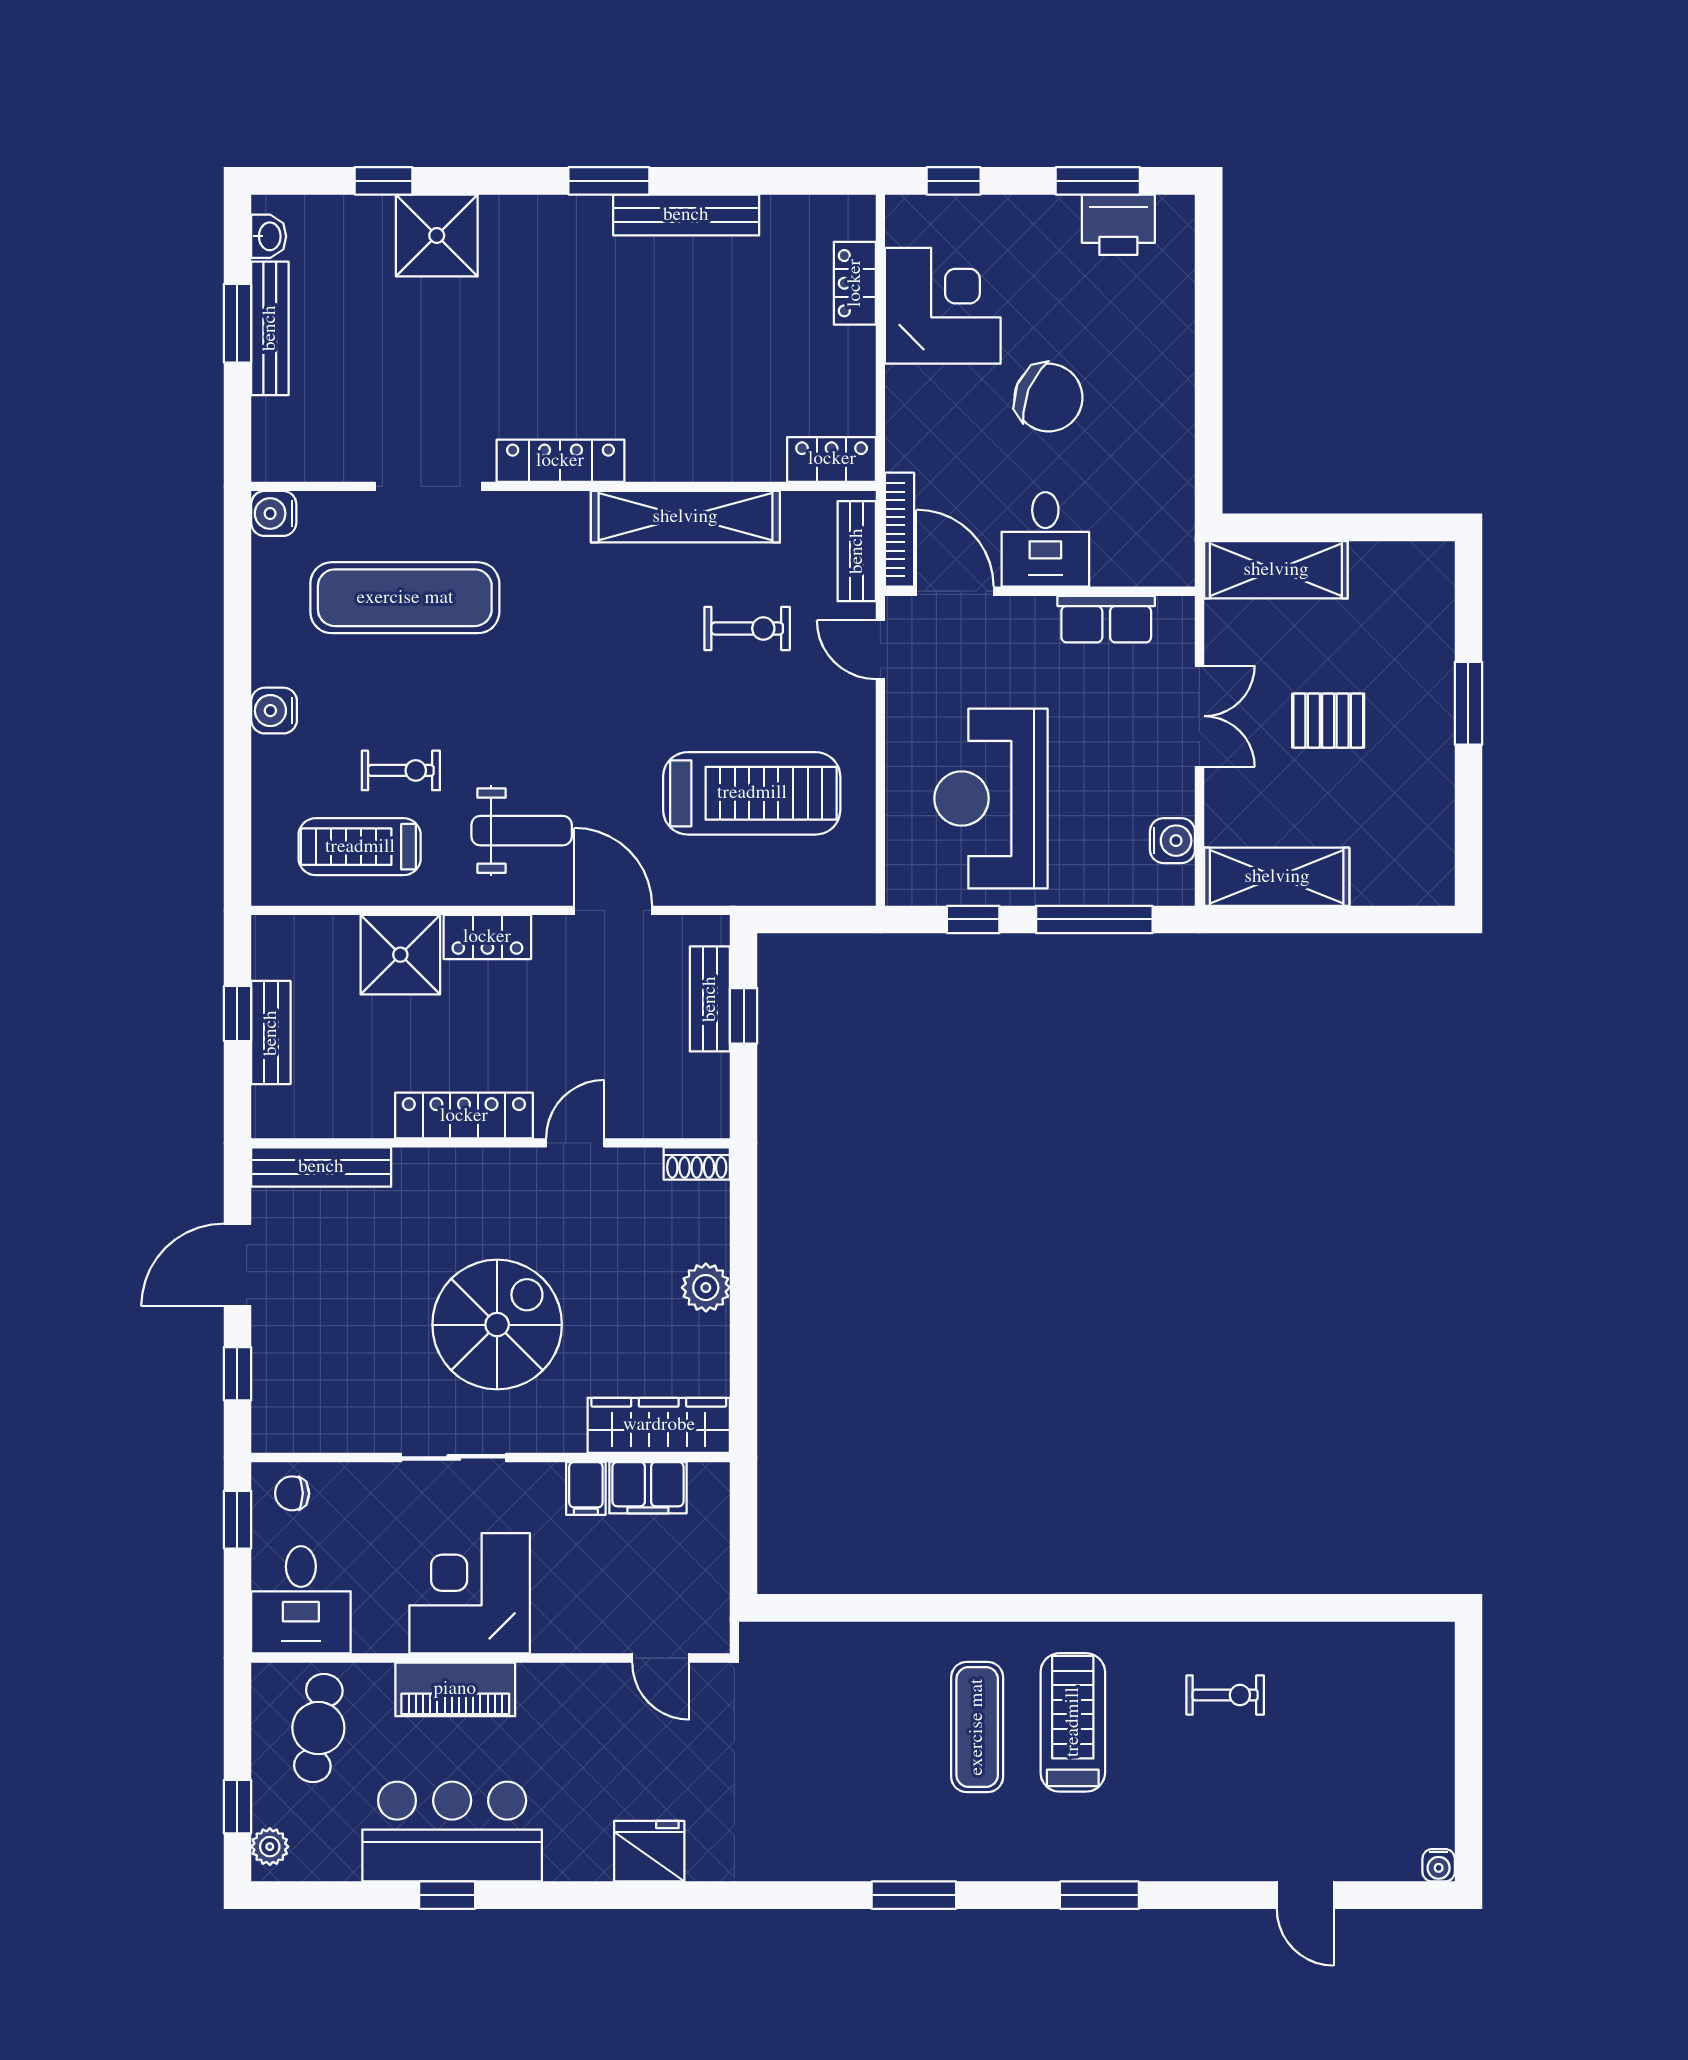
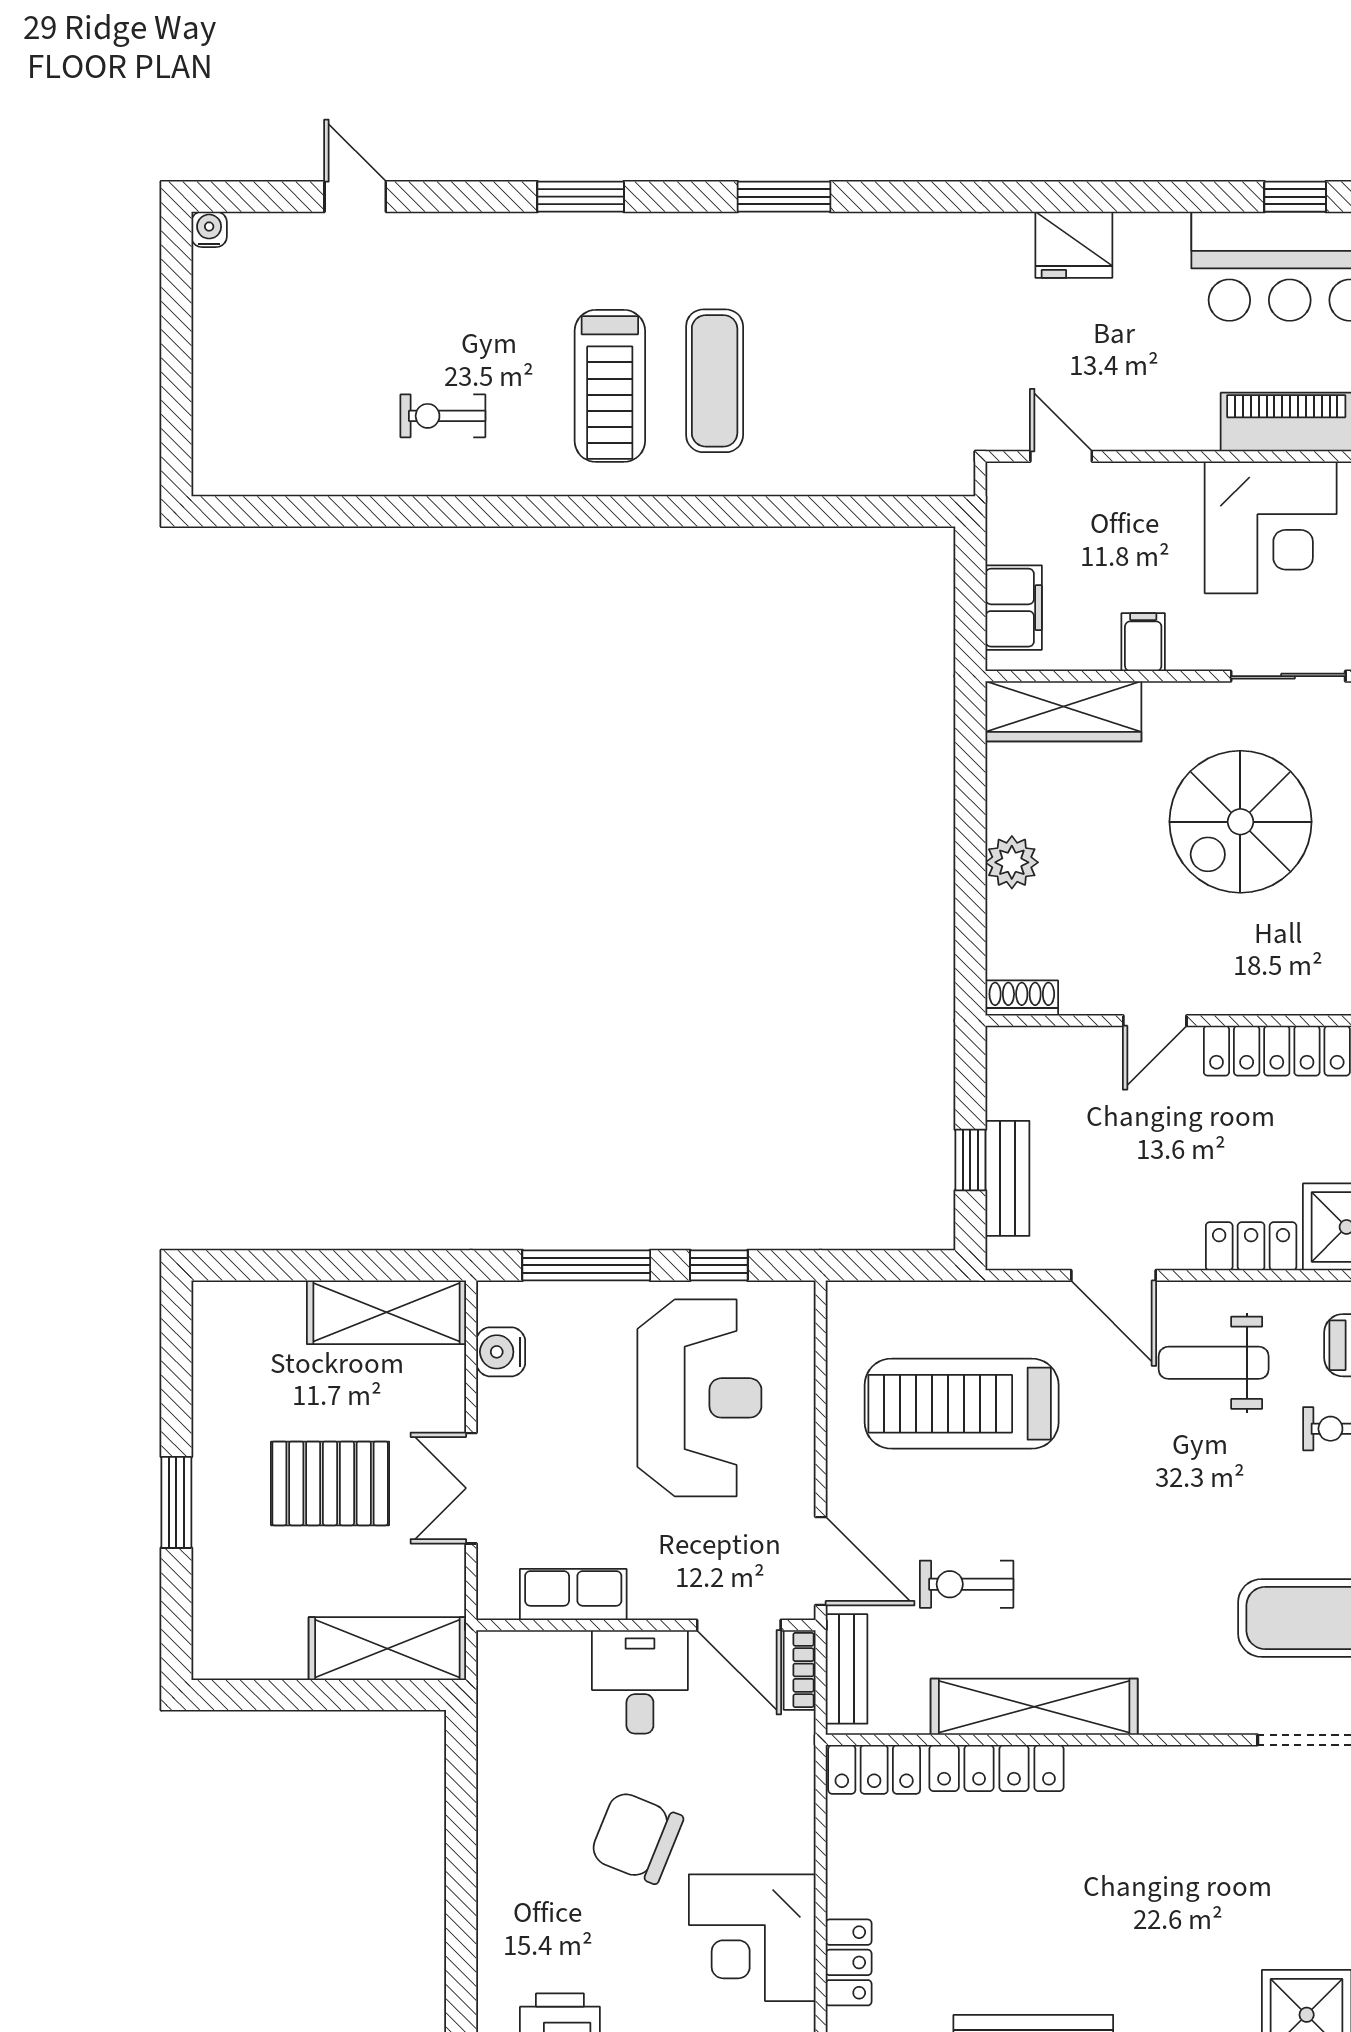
locker: (560, 461) -> (997, 1768), moved
bookcase: (899, 530) -> (800, 1670), width x0.64
door: (880, 650) -> (821, 1561), width x1.38
pallet: (1328, 721) -> (330, 1483), width x1.50, depth x1.42
filing cabinet: (648, 1488) -> (1014, 608), moved, turned 90

